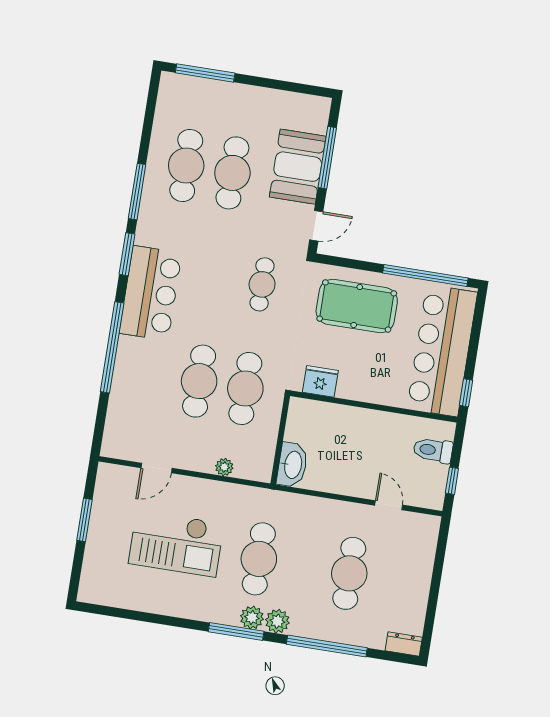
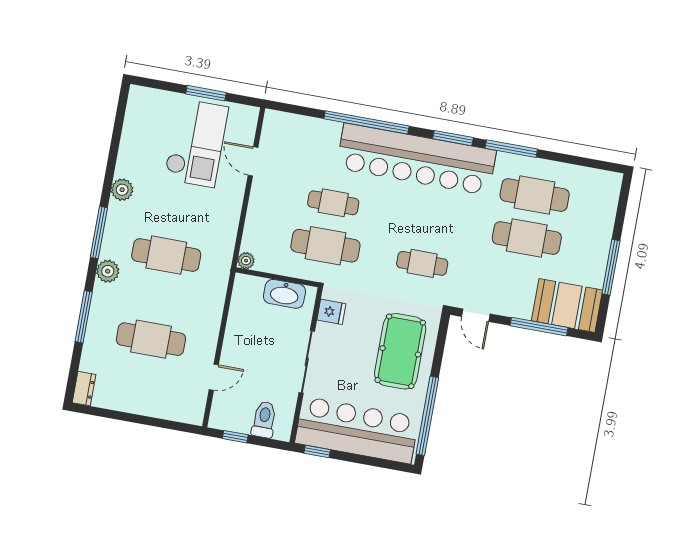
window: (205, 73) -> (611, 267), moved
booth: (298, 167) -> (567, 305), moved
bar counter: (151, 293) -> (416, 159), width x1.86
cafe table: (199, 381) -> (333, 203), width x0.73, depth x0.74
fridge: (320, 381) -> (331, 312), width x0.72
sliding door: (370, 406) -> (307, 362), added
washbasin: (292, 465) -> (284, 294), moved
plant: (224, 467) -> (246, 261), moved
checkout: (176, 543) -> (196, 143), moved, turned 180
plant: (252, 618) -> (122, 190), moved
window: (327, 646) -> (84, 317), width x0.68

